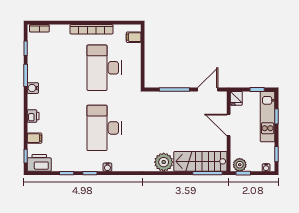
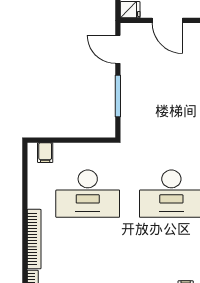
bookcase: (91, 29) -> (34, 239), moved
door: (229, 125) -> (167, 20), hinge flipped

